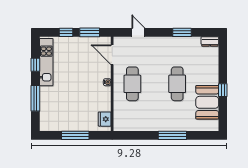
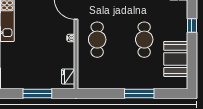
window: (223, 90) -> (192, 26), moved

